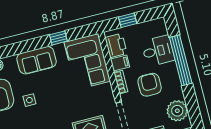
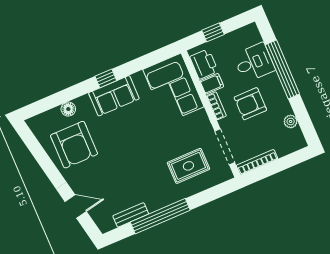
window: (58, 38) -> (106, 78), moved
armchair: (150, 85) -> (250, 104), turned -90
side table: (29, 100) -> (113, 144), removed
plant: (177, 111) -> (291, 121), width x0.53, depth x0.53

